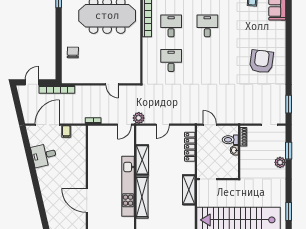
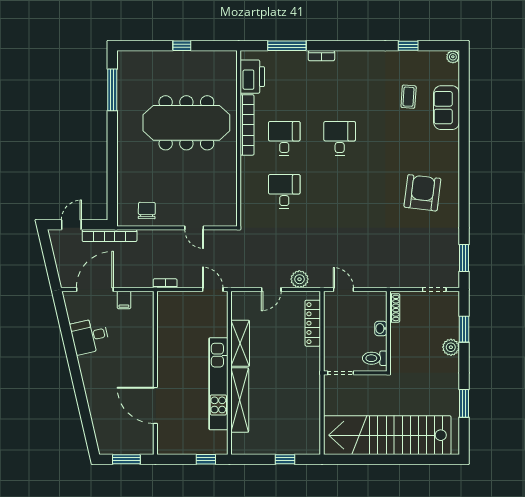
chair: (73, 52) -> (147, 211), moved
plant: (139, 118) -> (299, 279), moved
door: (124, 125) -> (213, 290), swing flipped
toilet: (230, 140) -> (375, 358), moved
shelving: (189, 190) -> (311, 389), removed
window: (289, 212) -> (464, 403), moved

